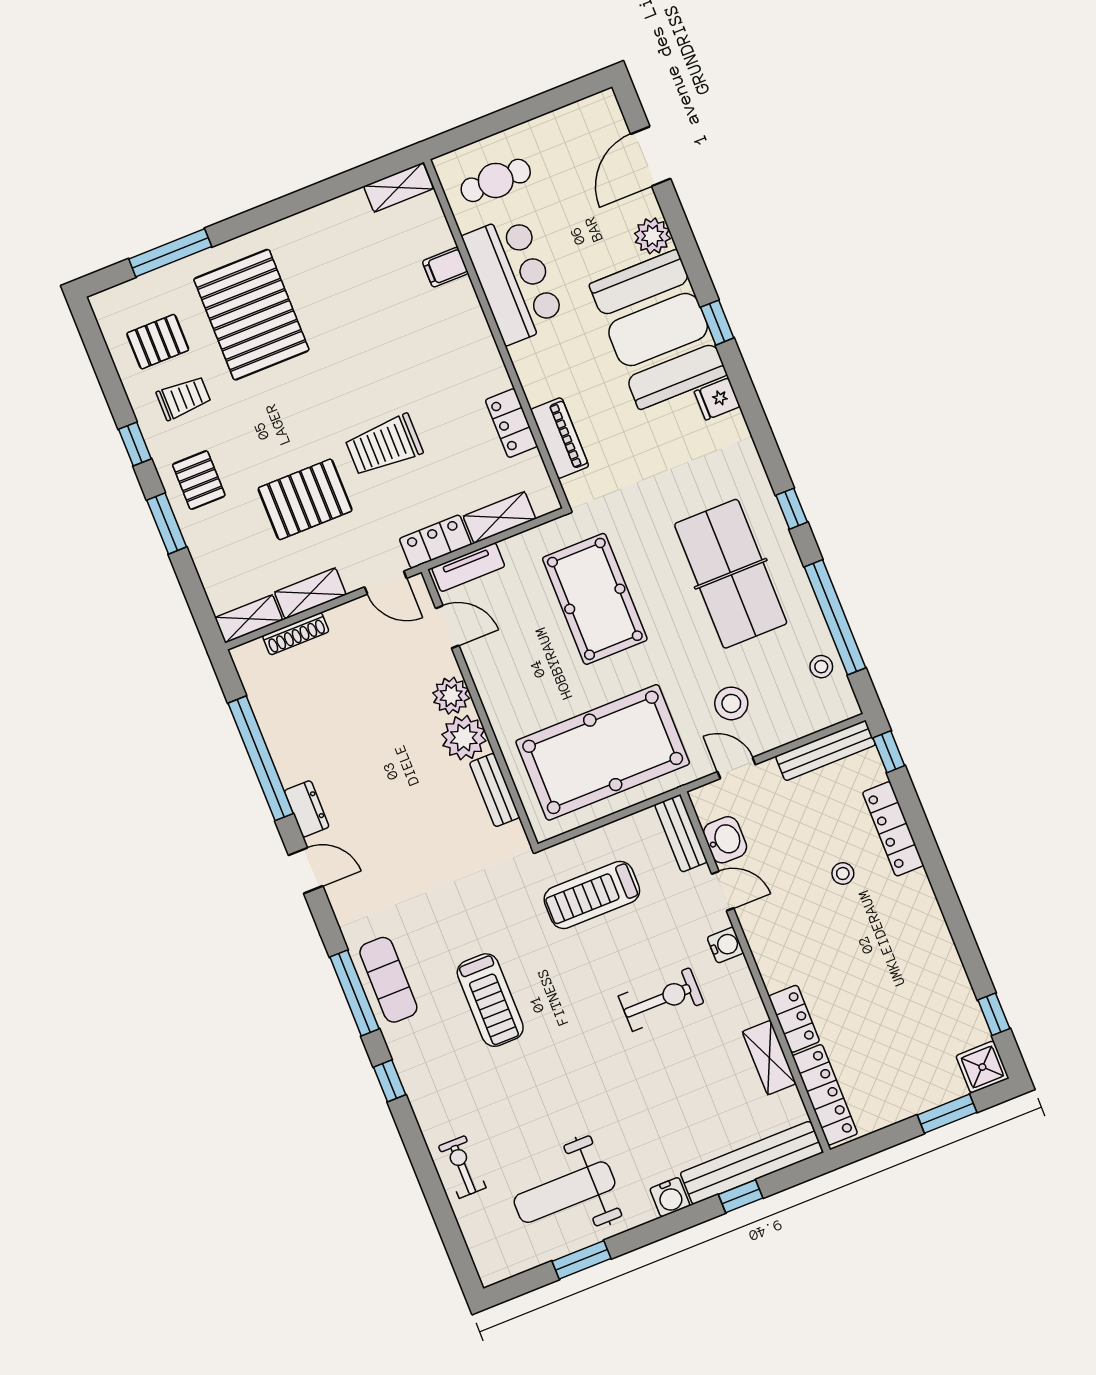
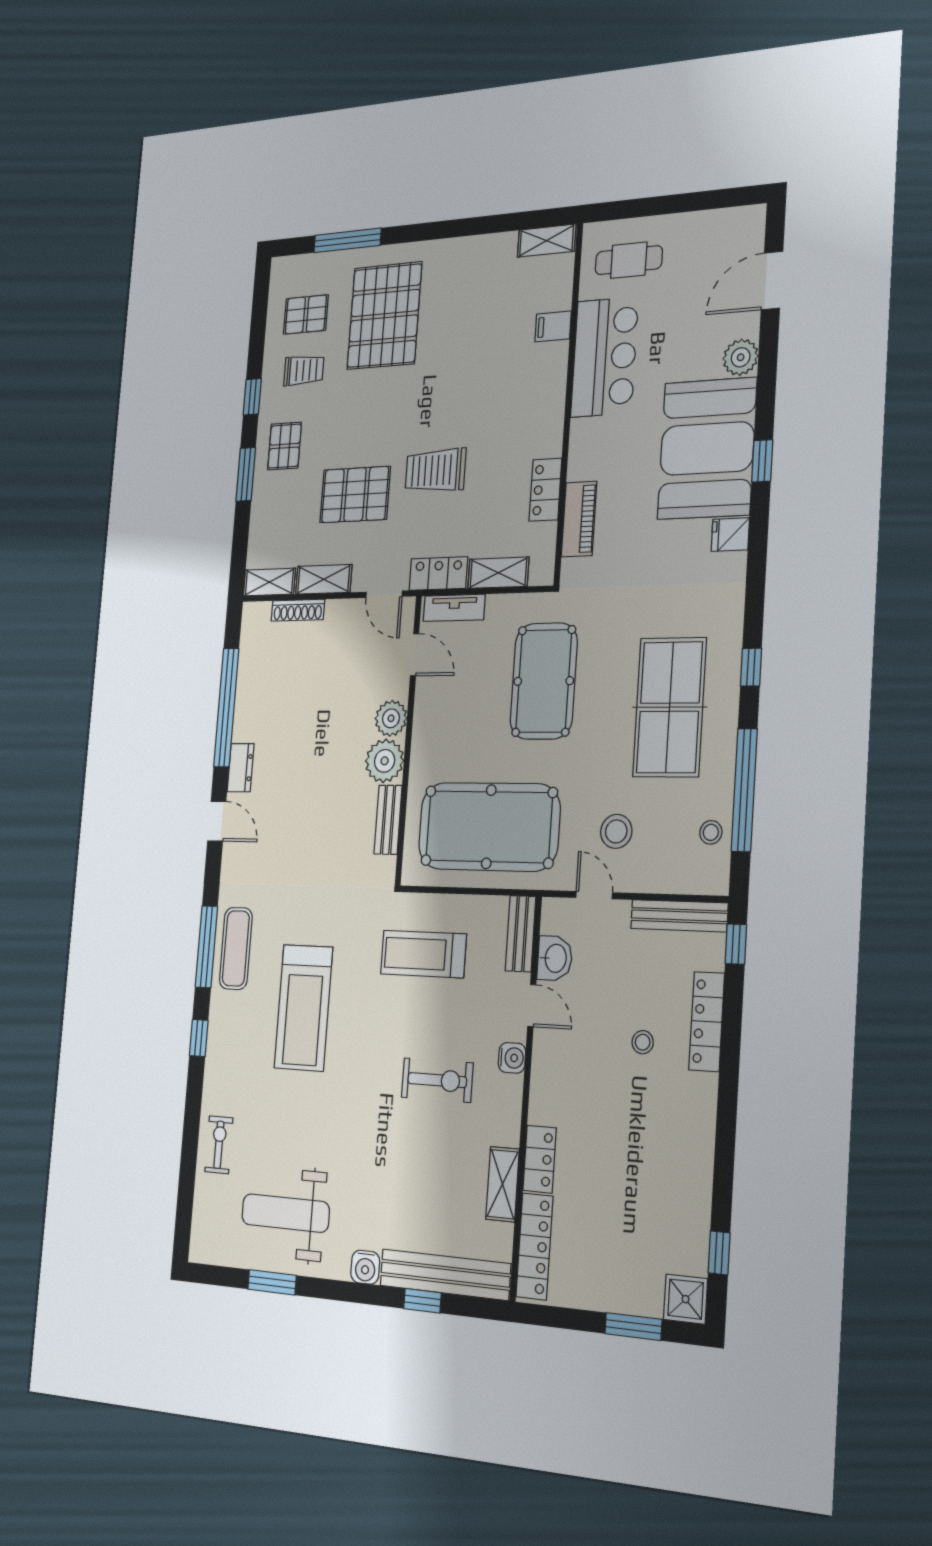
treadmill: (490, 1000) -> (304, 1008), width x1.37, depth x1.38

